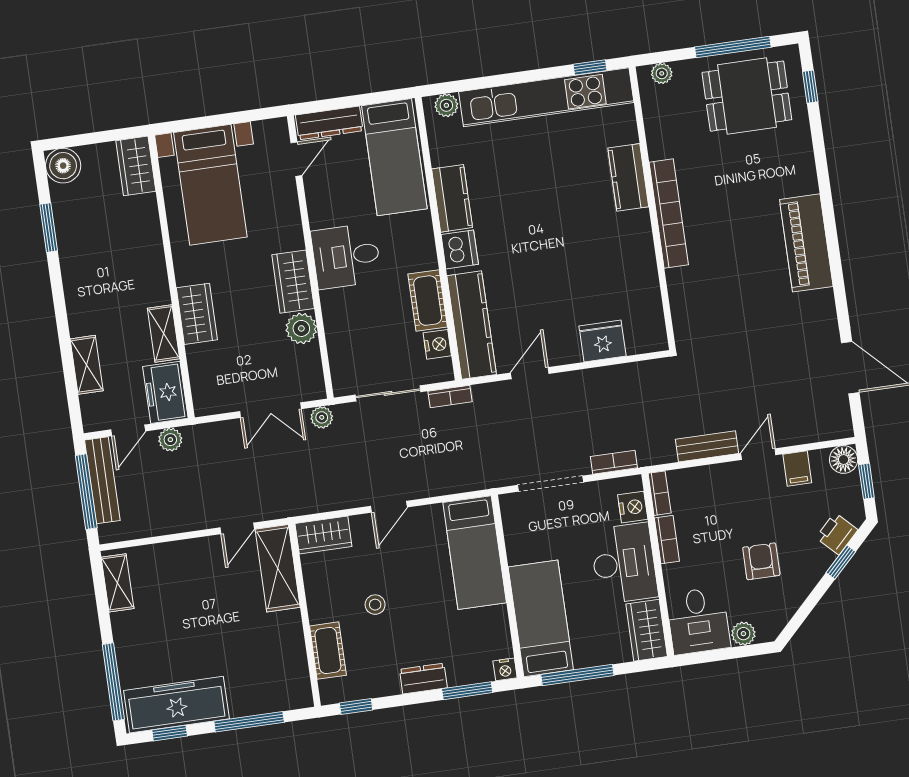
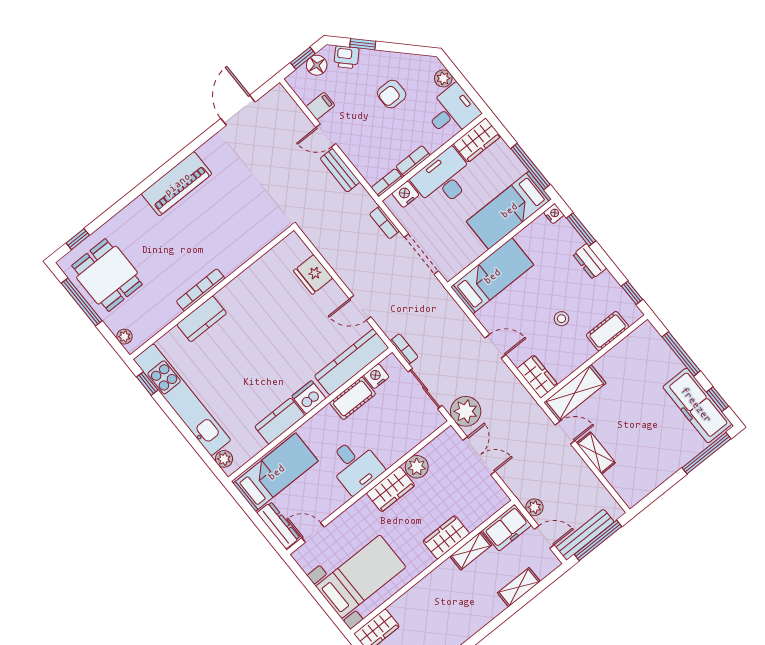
bookcase: (669, 214) -> (201, 290), width x0.68, depth x0.76
plant: (322, 417) -> (466, 411), width x1.88, depth x1.88
floor lamp: (844, 460) -> (317, 65), moved
shelving: (117, 583) -> (596, 453), moved, turned 90

